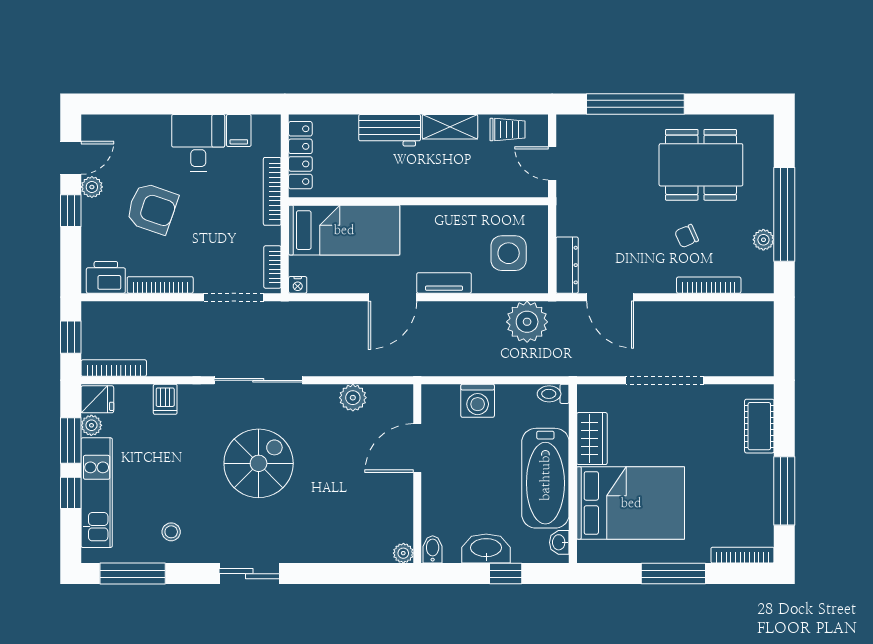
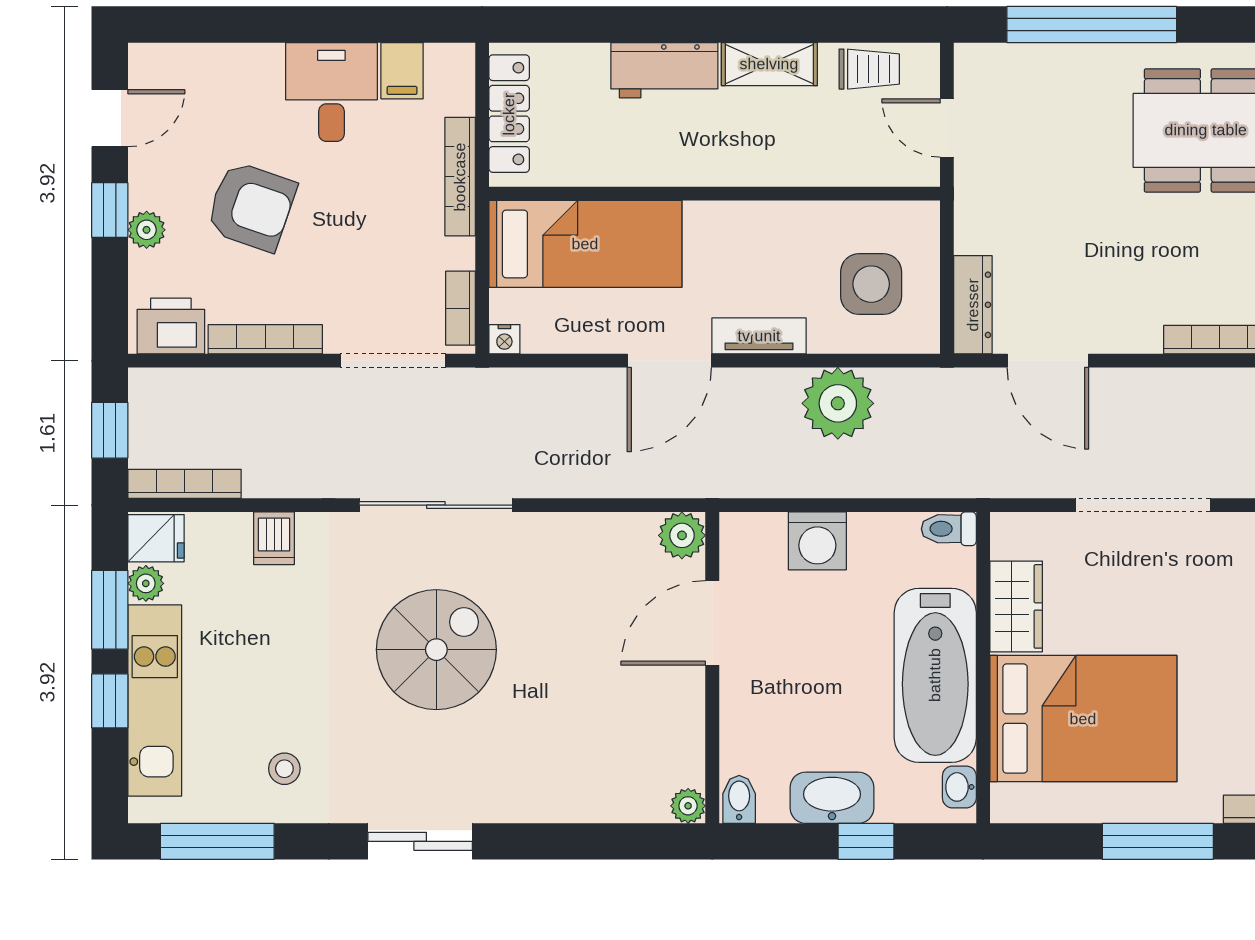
plant: (92, 187) -> (147, 230), moved
chair: (687, 236) -> (1181, 254), removed
plant: (527, 322) -> (838, 403), moved
plant: (353, 398) -> (682, 535), moved

